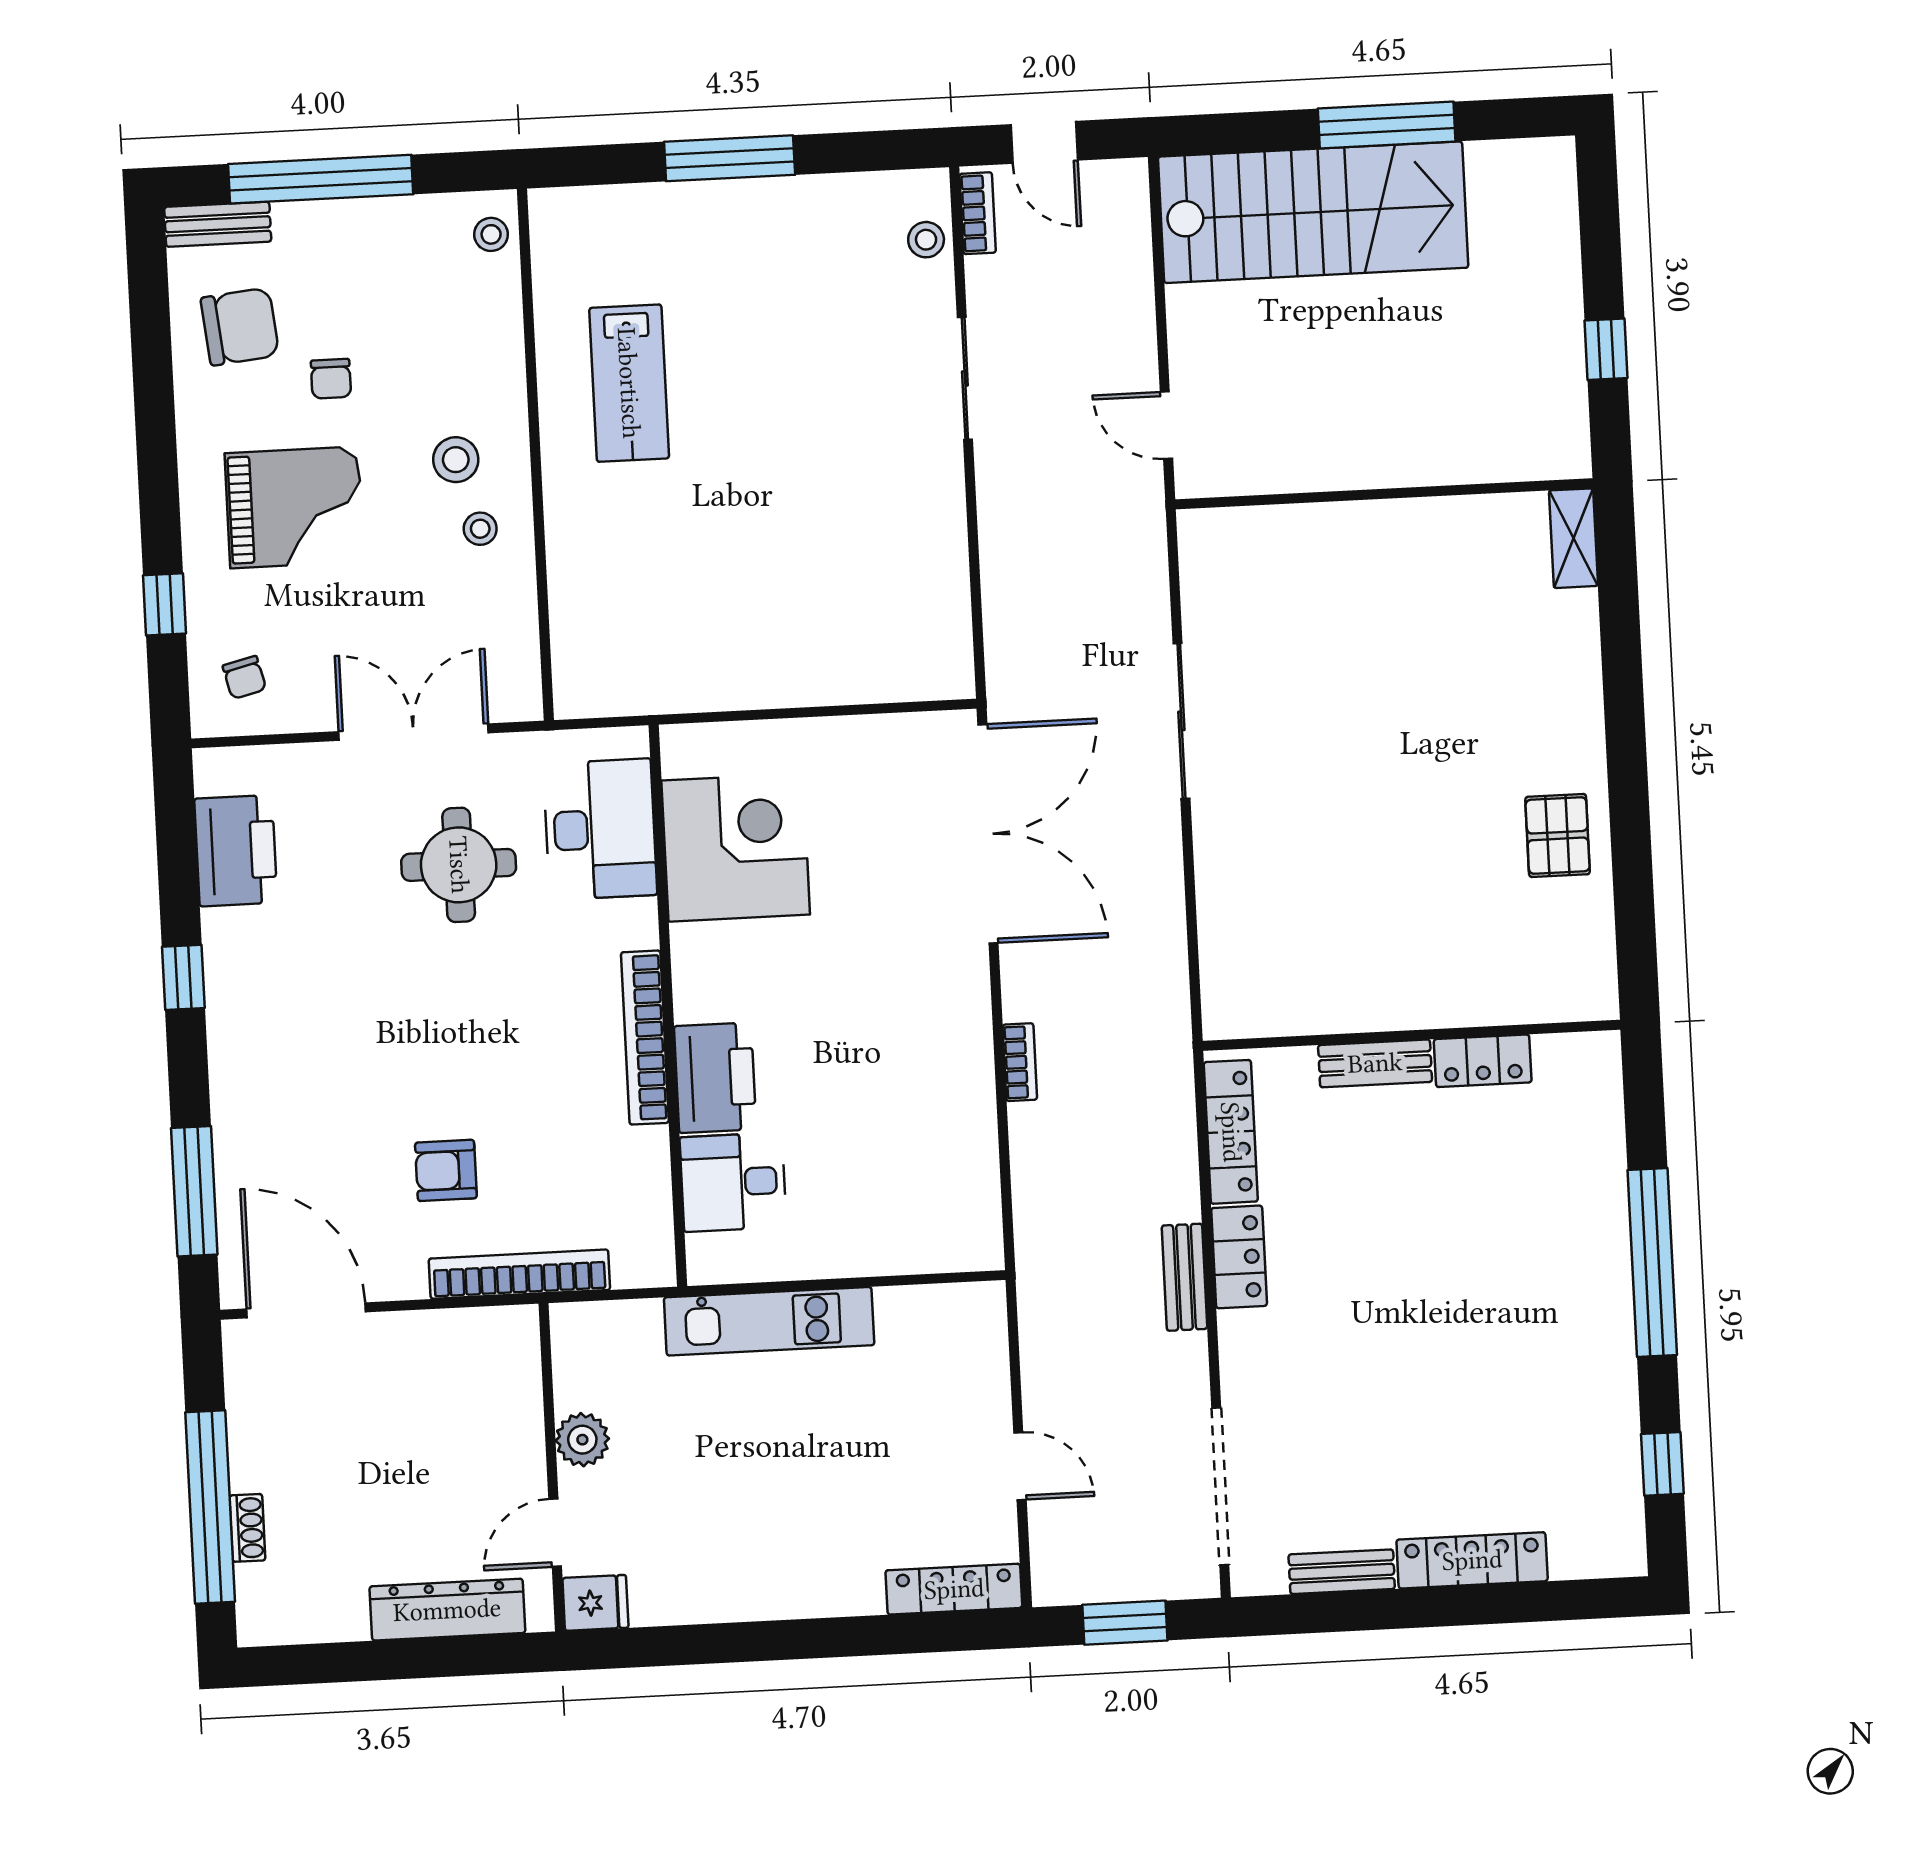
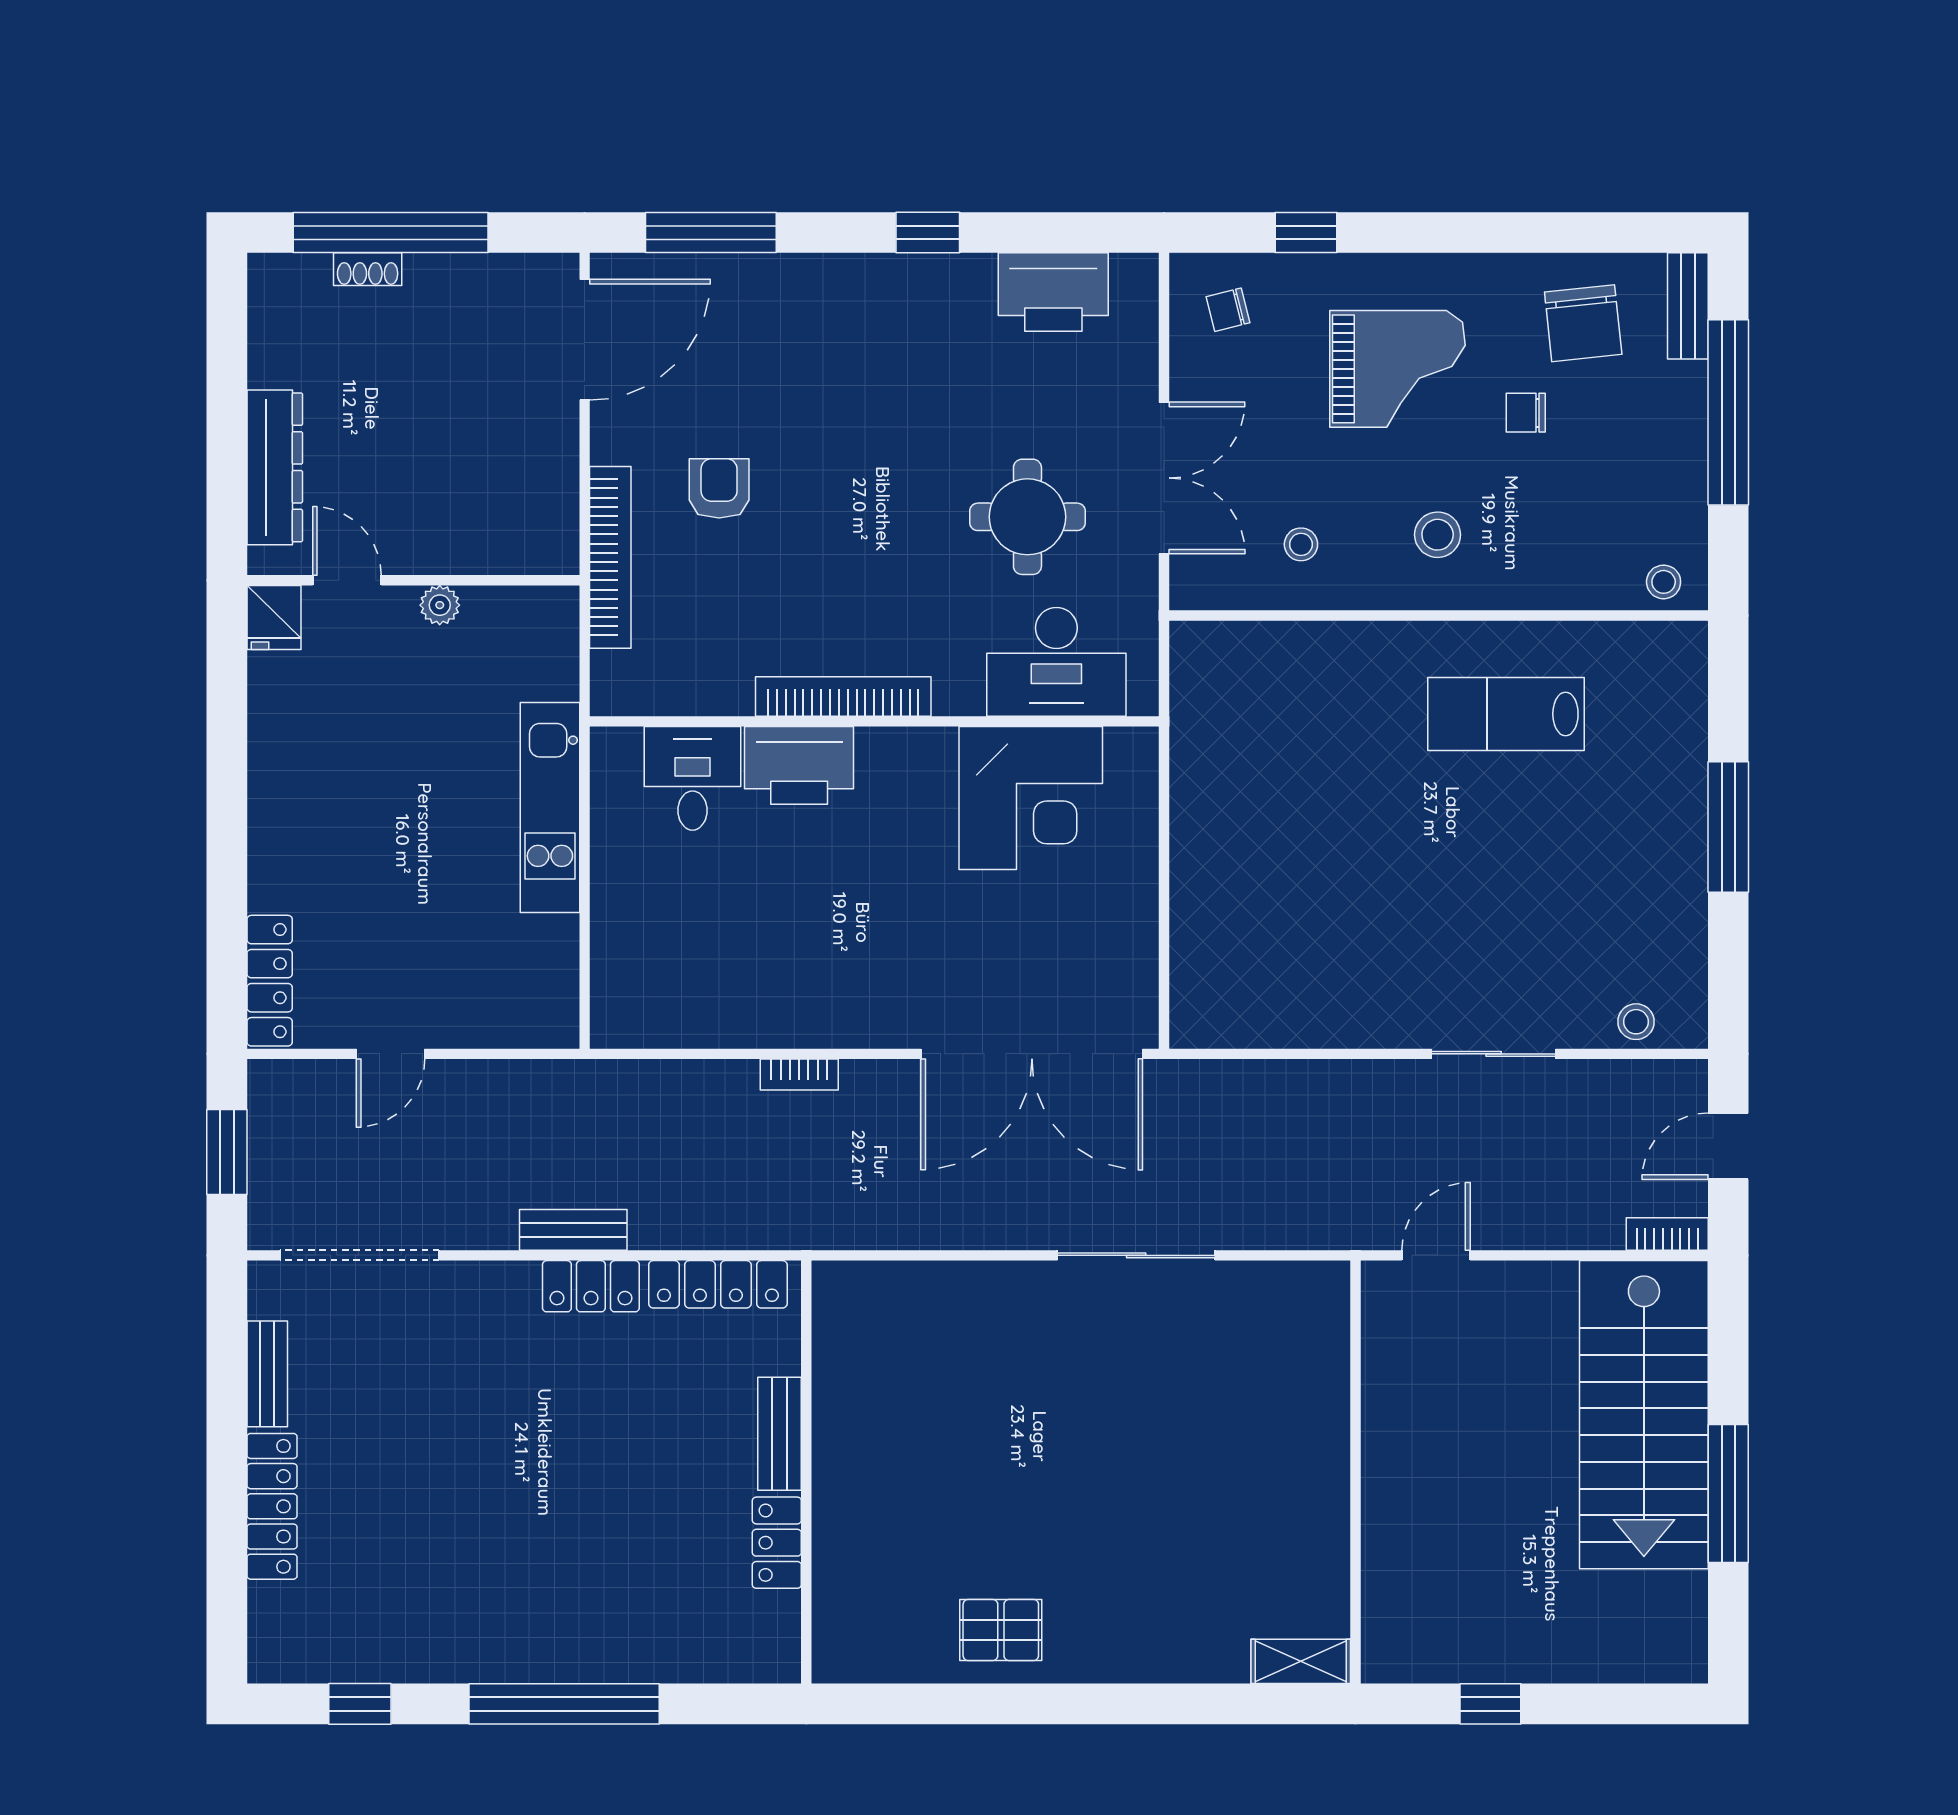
bookcase: (978, 213) -> (1667, 1234), moved, turned 180
grand piano: (294, 507) -> (1398, 369), turned -90
stool: (480, 529) -> (1301, 544), moved
plant: (582, 1440) -> (440, 605), width x0.73, depth x0.73

